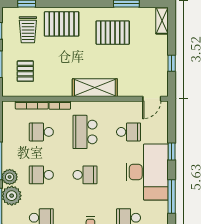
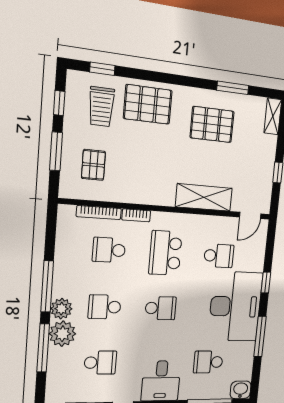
shelving: (95, 88) -> (204, 197), moved

